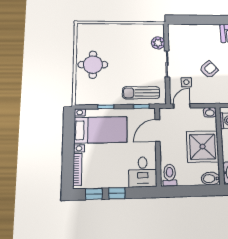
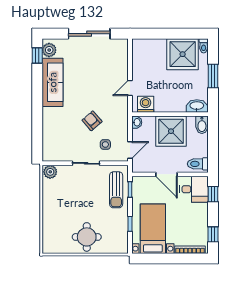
plant: (158, 43) -> (50, 172), moved
door: (182, 106) -> (130, 150), swing flipped
door: (158, 130) -> (166, 174), moved
window: (117, 193) -> (213, 194), moved

